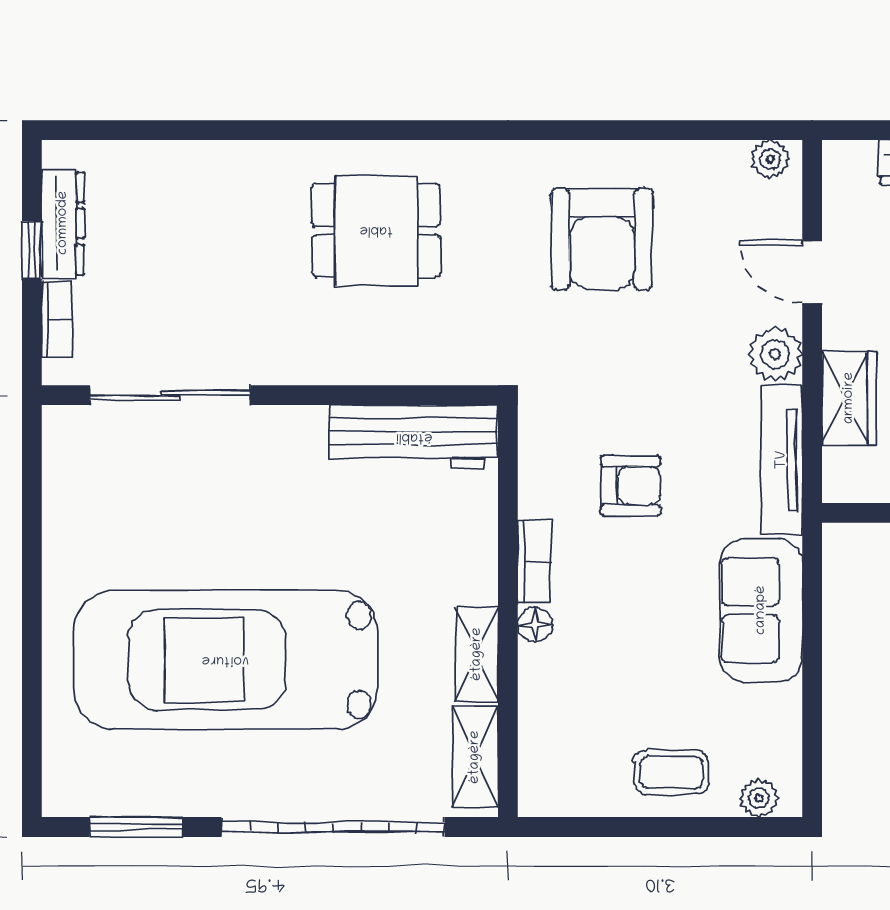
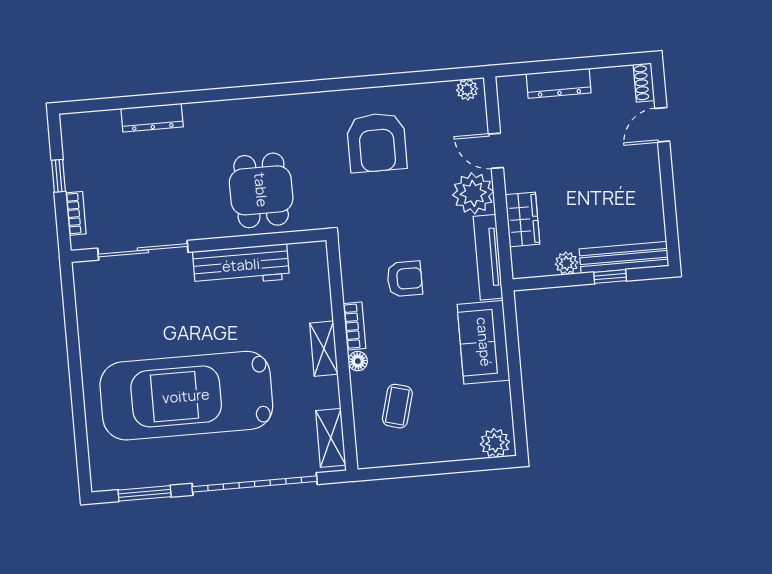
dresser: (63, 223) -> (152, 118), moved, turned 90
dining table: (376, 230) -> (261, 190), moved, turned 90
plant: (775, 354) -> (473, 193), width x1.36, depth x1.36
workbench: (414, 437) -> (241, 265), moved
shelving: (477, 654) -> (324, 349), moved
coffee table: (671, 772) -> (397, 406), moved, turned -75
plant: (759, 798) -> (495, 443), width x1.38, depth x1.38

